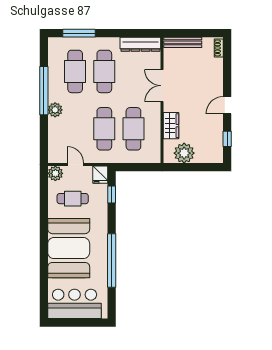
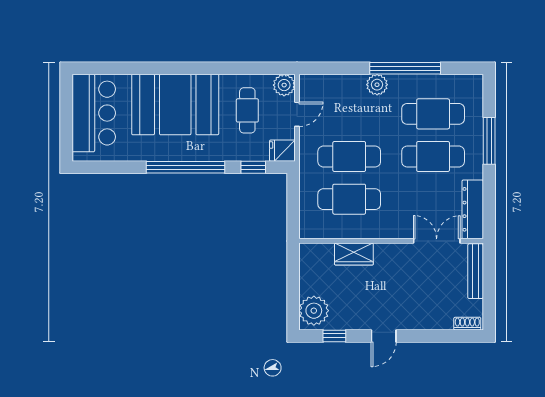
window: (79, 33) -> (489, 141), moved
double door: (162, 86) -> (437, 241), moved
door: (227, 105) -> (384, 336), swing flipped
plant: (184, 153) -> (314, 311), moved
window: (112, 261) -> (186, 167), moved

